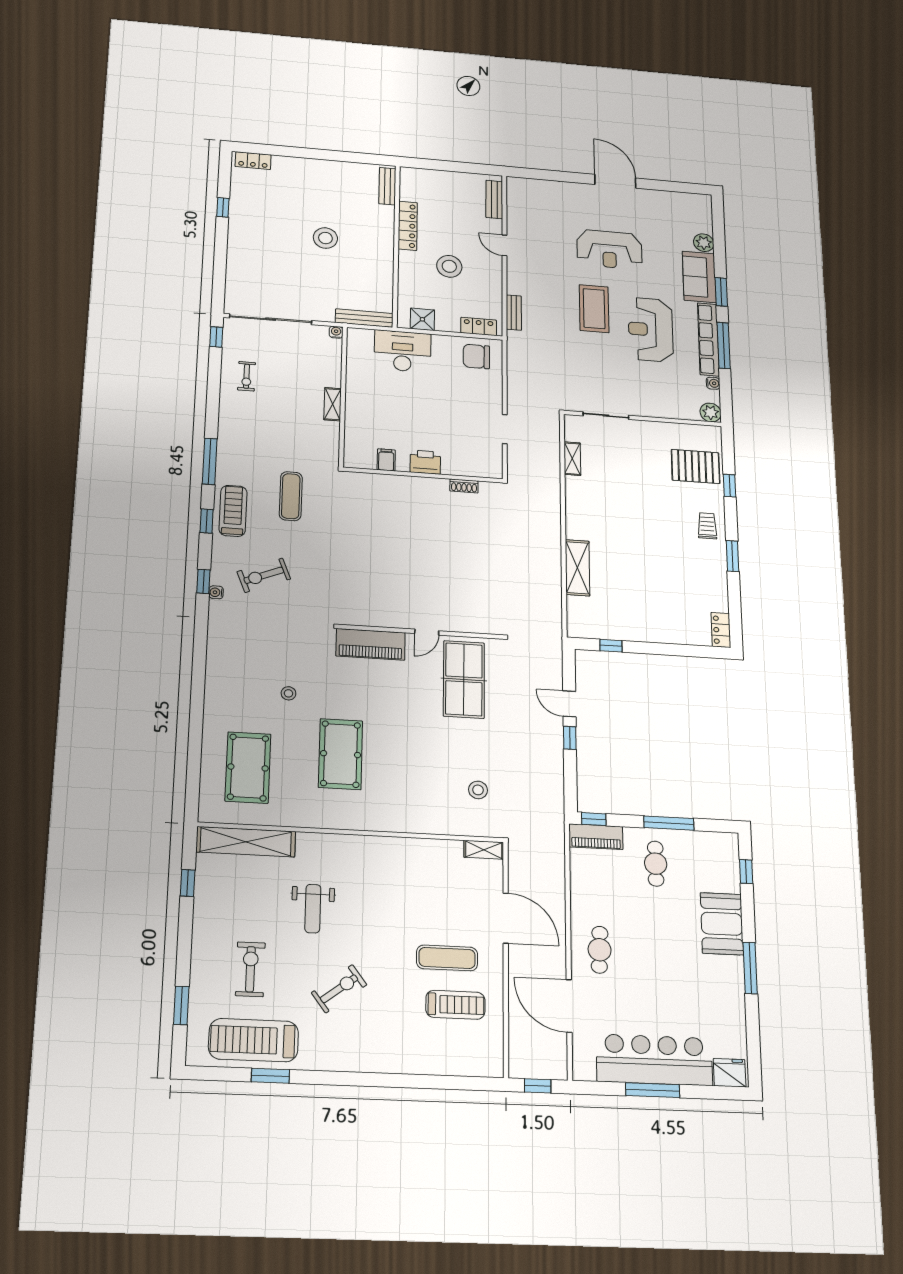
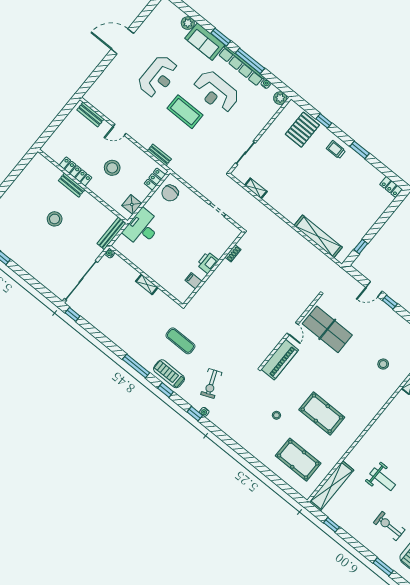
bench: (387, 186) -> (72, 185), moved
exercise bike: (247, 376) -> (104, 315), removed
shelving: (577, 568) -> (318, 236), width x1.47

